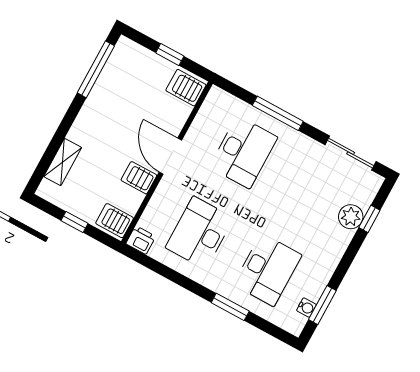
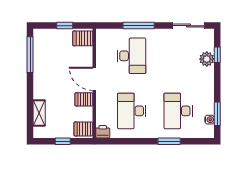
desk: (268, 270) -> (178, 111), turned 180

